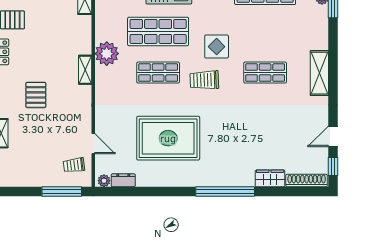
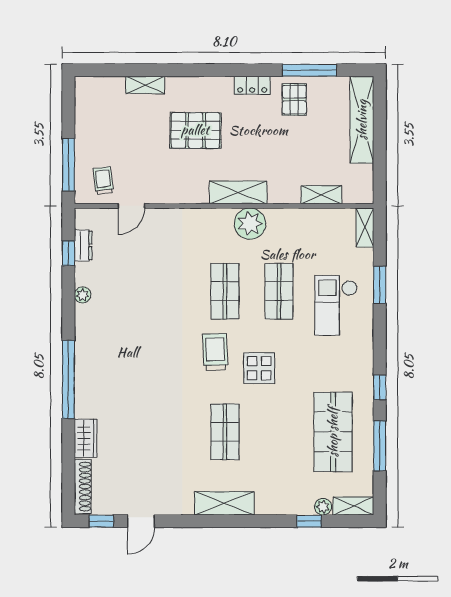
shop shelf: (158, 31) -> (279, 291), width x0.70, depth x0.74
shelving: (85, 70) -> (238, 192), width x1.50, depth x1.33
pallet: (36, 95) -> (195, 130), width x1.50, depth x1.42
door: (333, 136) -> (141, 521), swing flipped
rug: (168, 138) -> (139, 304), removed
plant: (104, 181) -> (83, 295), moved
window: (129, 192) -> (68, 253), added

